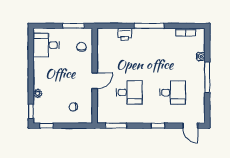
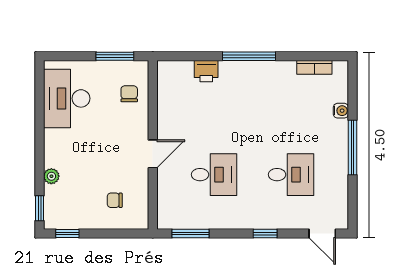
desk: (46, 45) -> (67, 98), width x1.37

